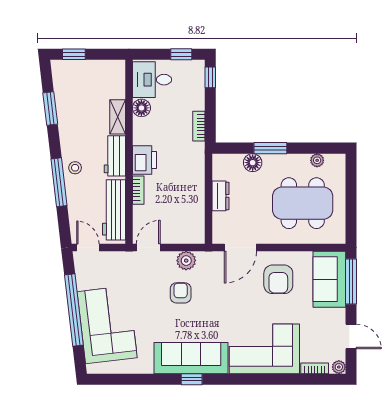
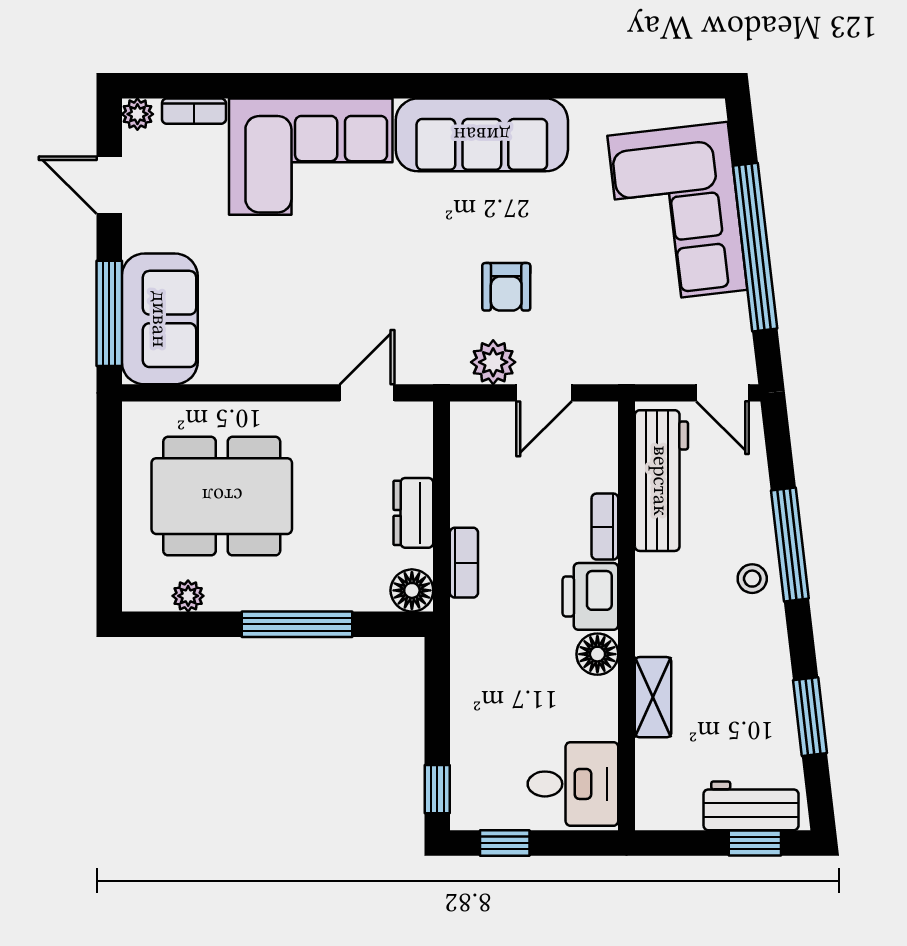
floor lamp: (141, 108) -> (597, 654), moved
bookcase: (199, 126) -> (464, 563), moved
window: (270, 148) -> (297, 624), width x1.44
workbench: (115, 156) -> (751, 806), moved, turned -90
floor lamp: (253, 163) -> (412, 590), moved
door: (148, 247) -> (544, 393), moved
door: (240, 247) -> (367, 393), width x0.73
armchair: (278, 279) -> (278, 319), removed
window: (192, 379) -> (481, 86), removed

